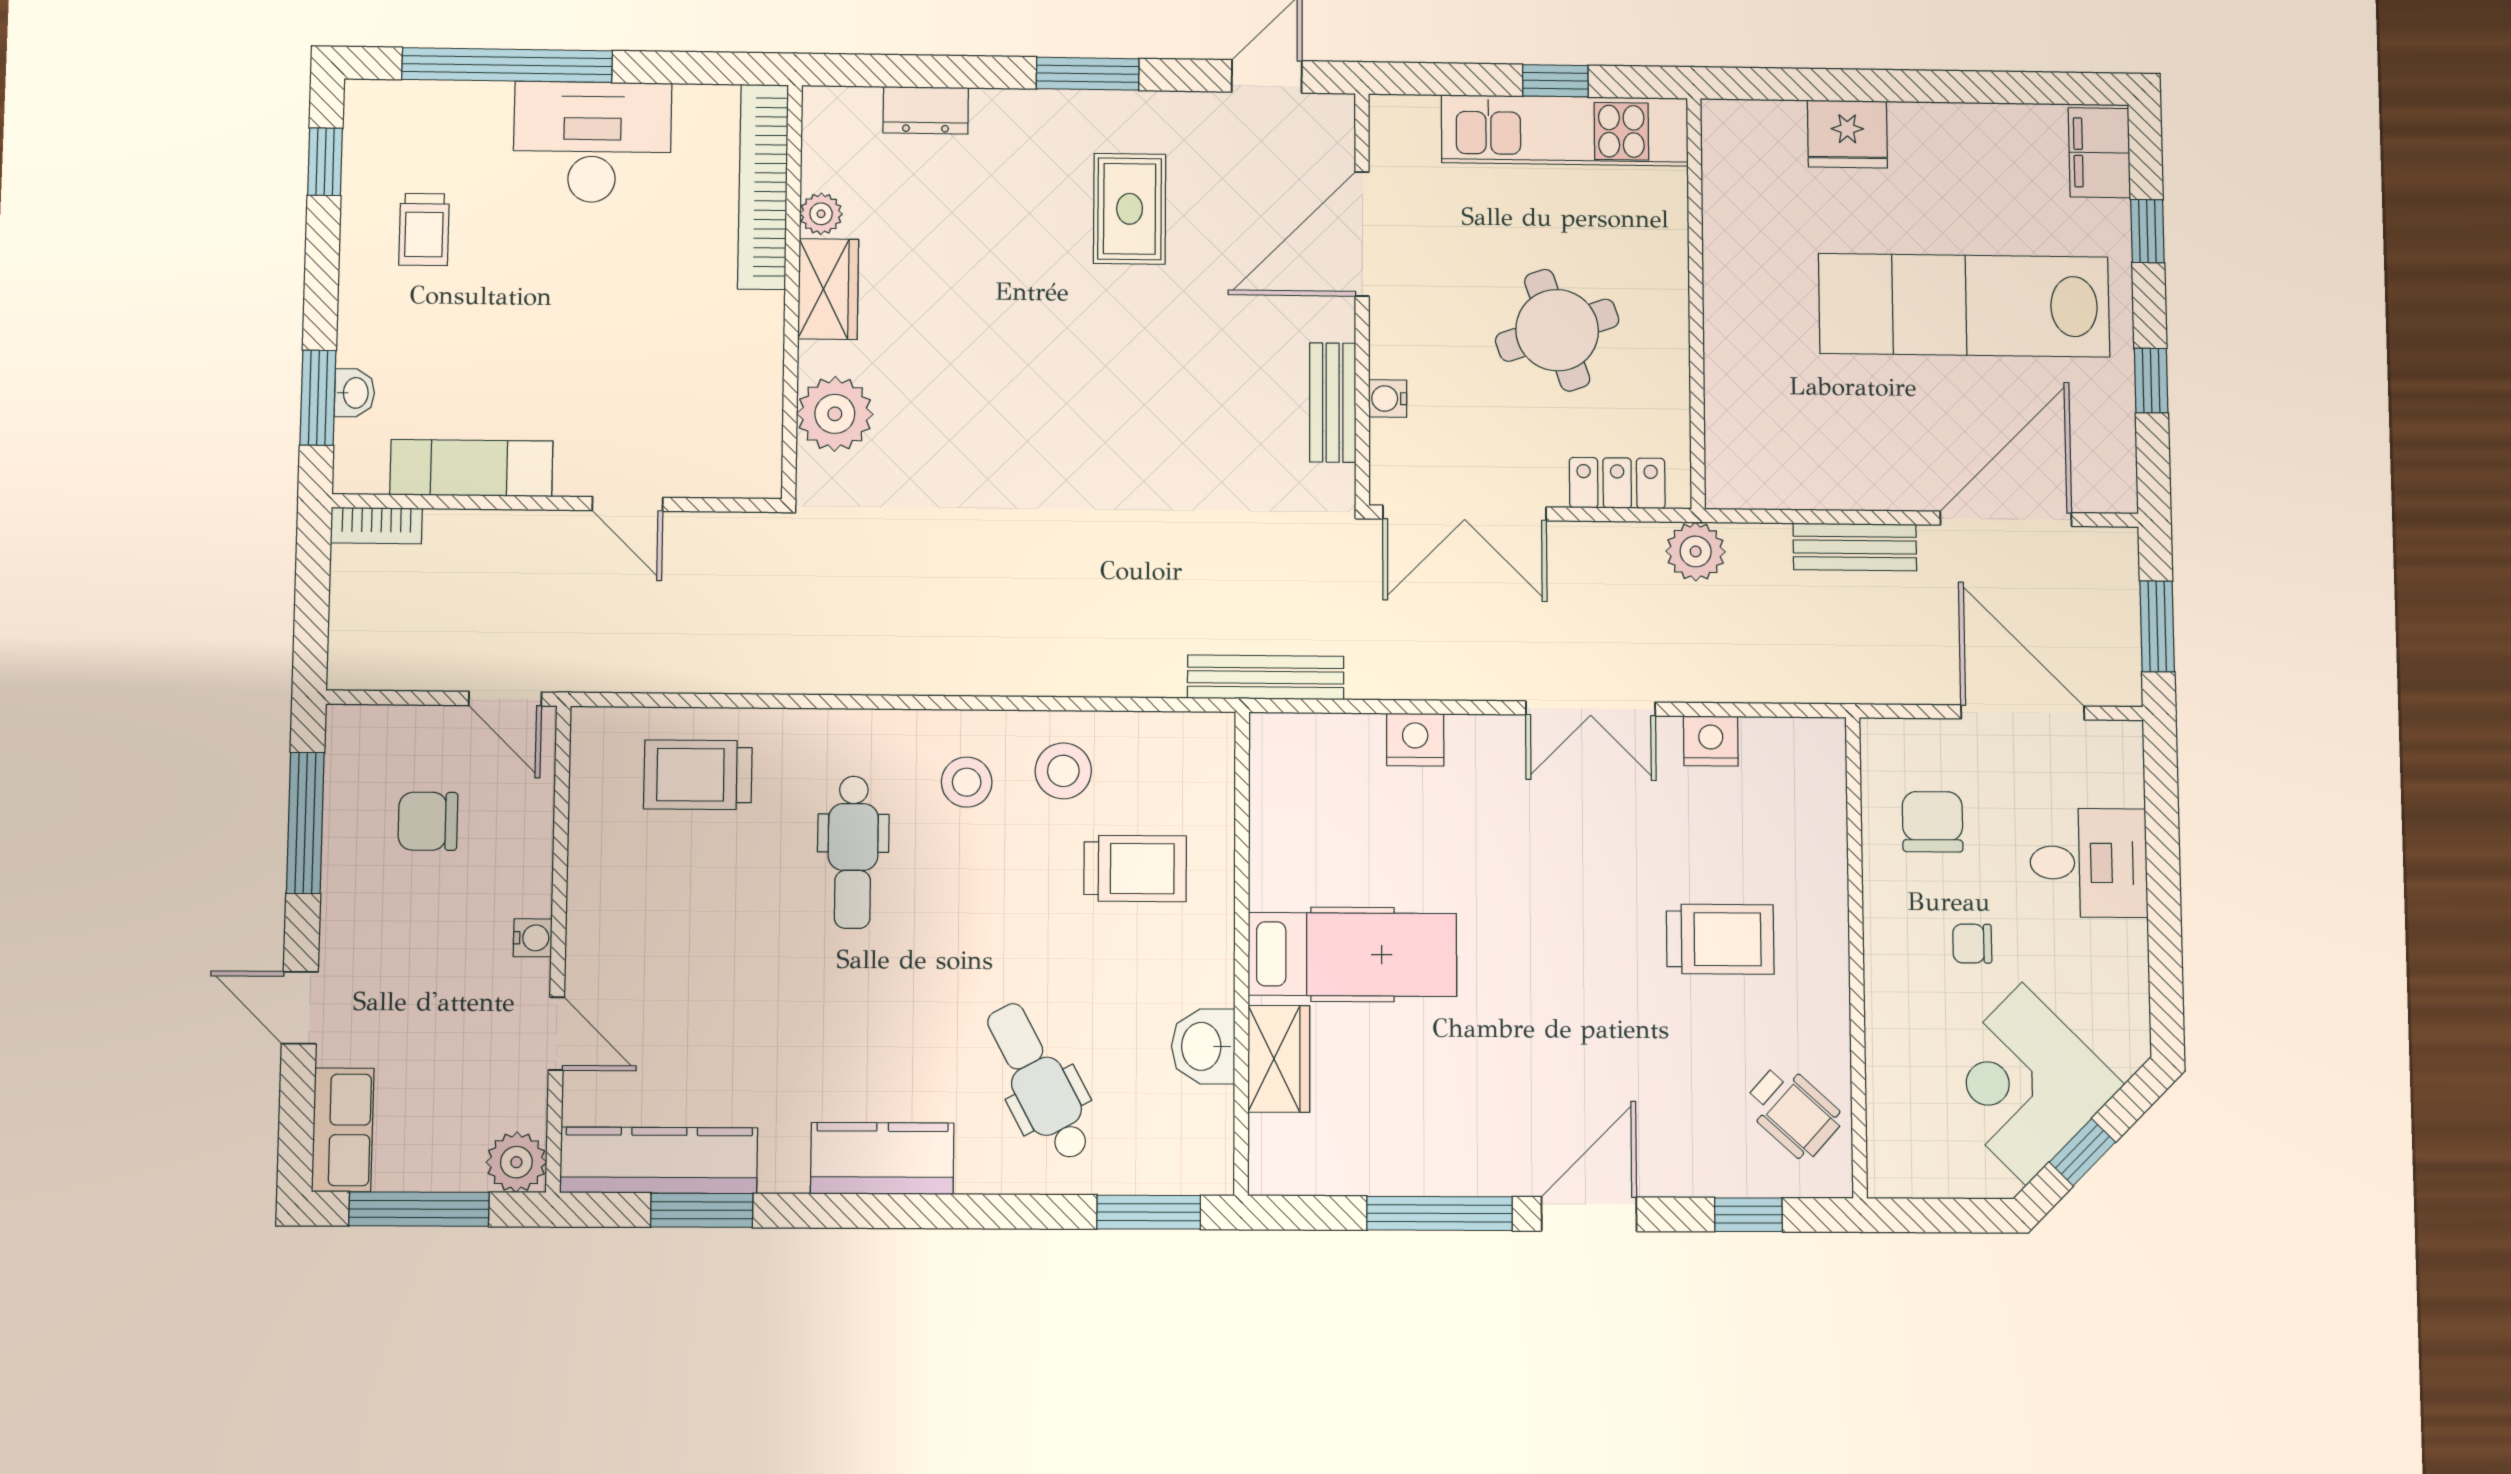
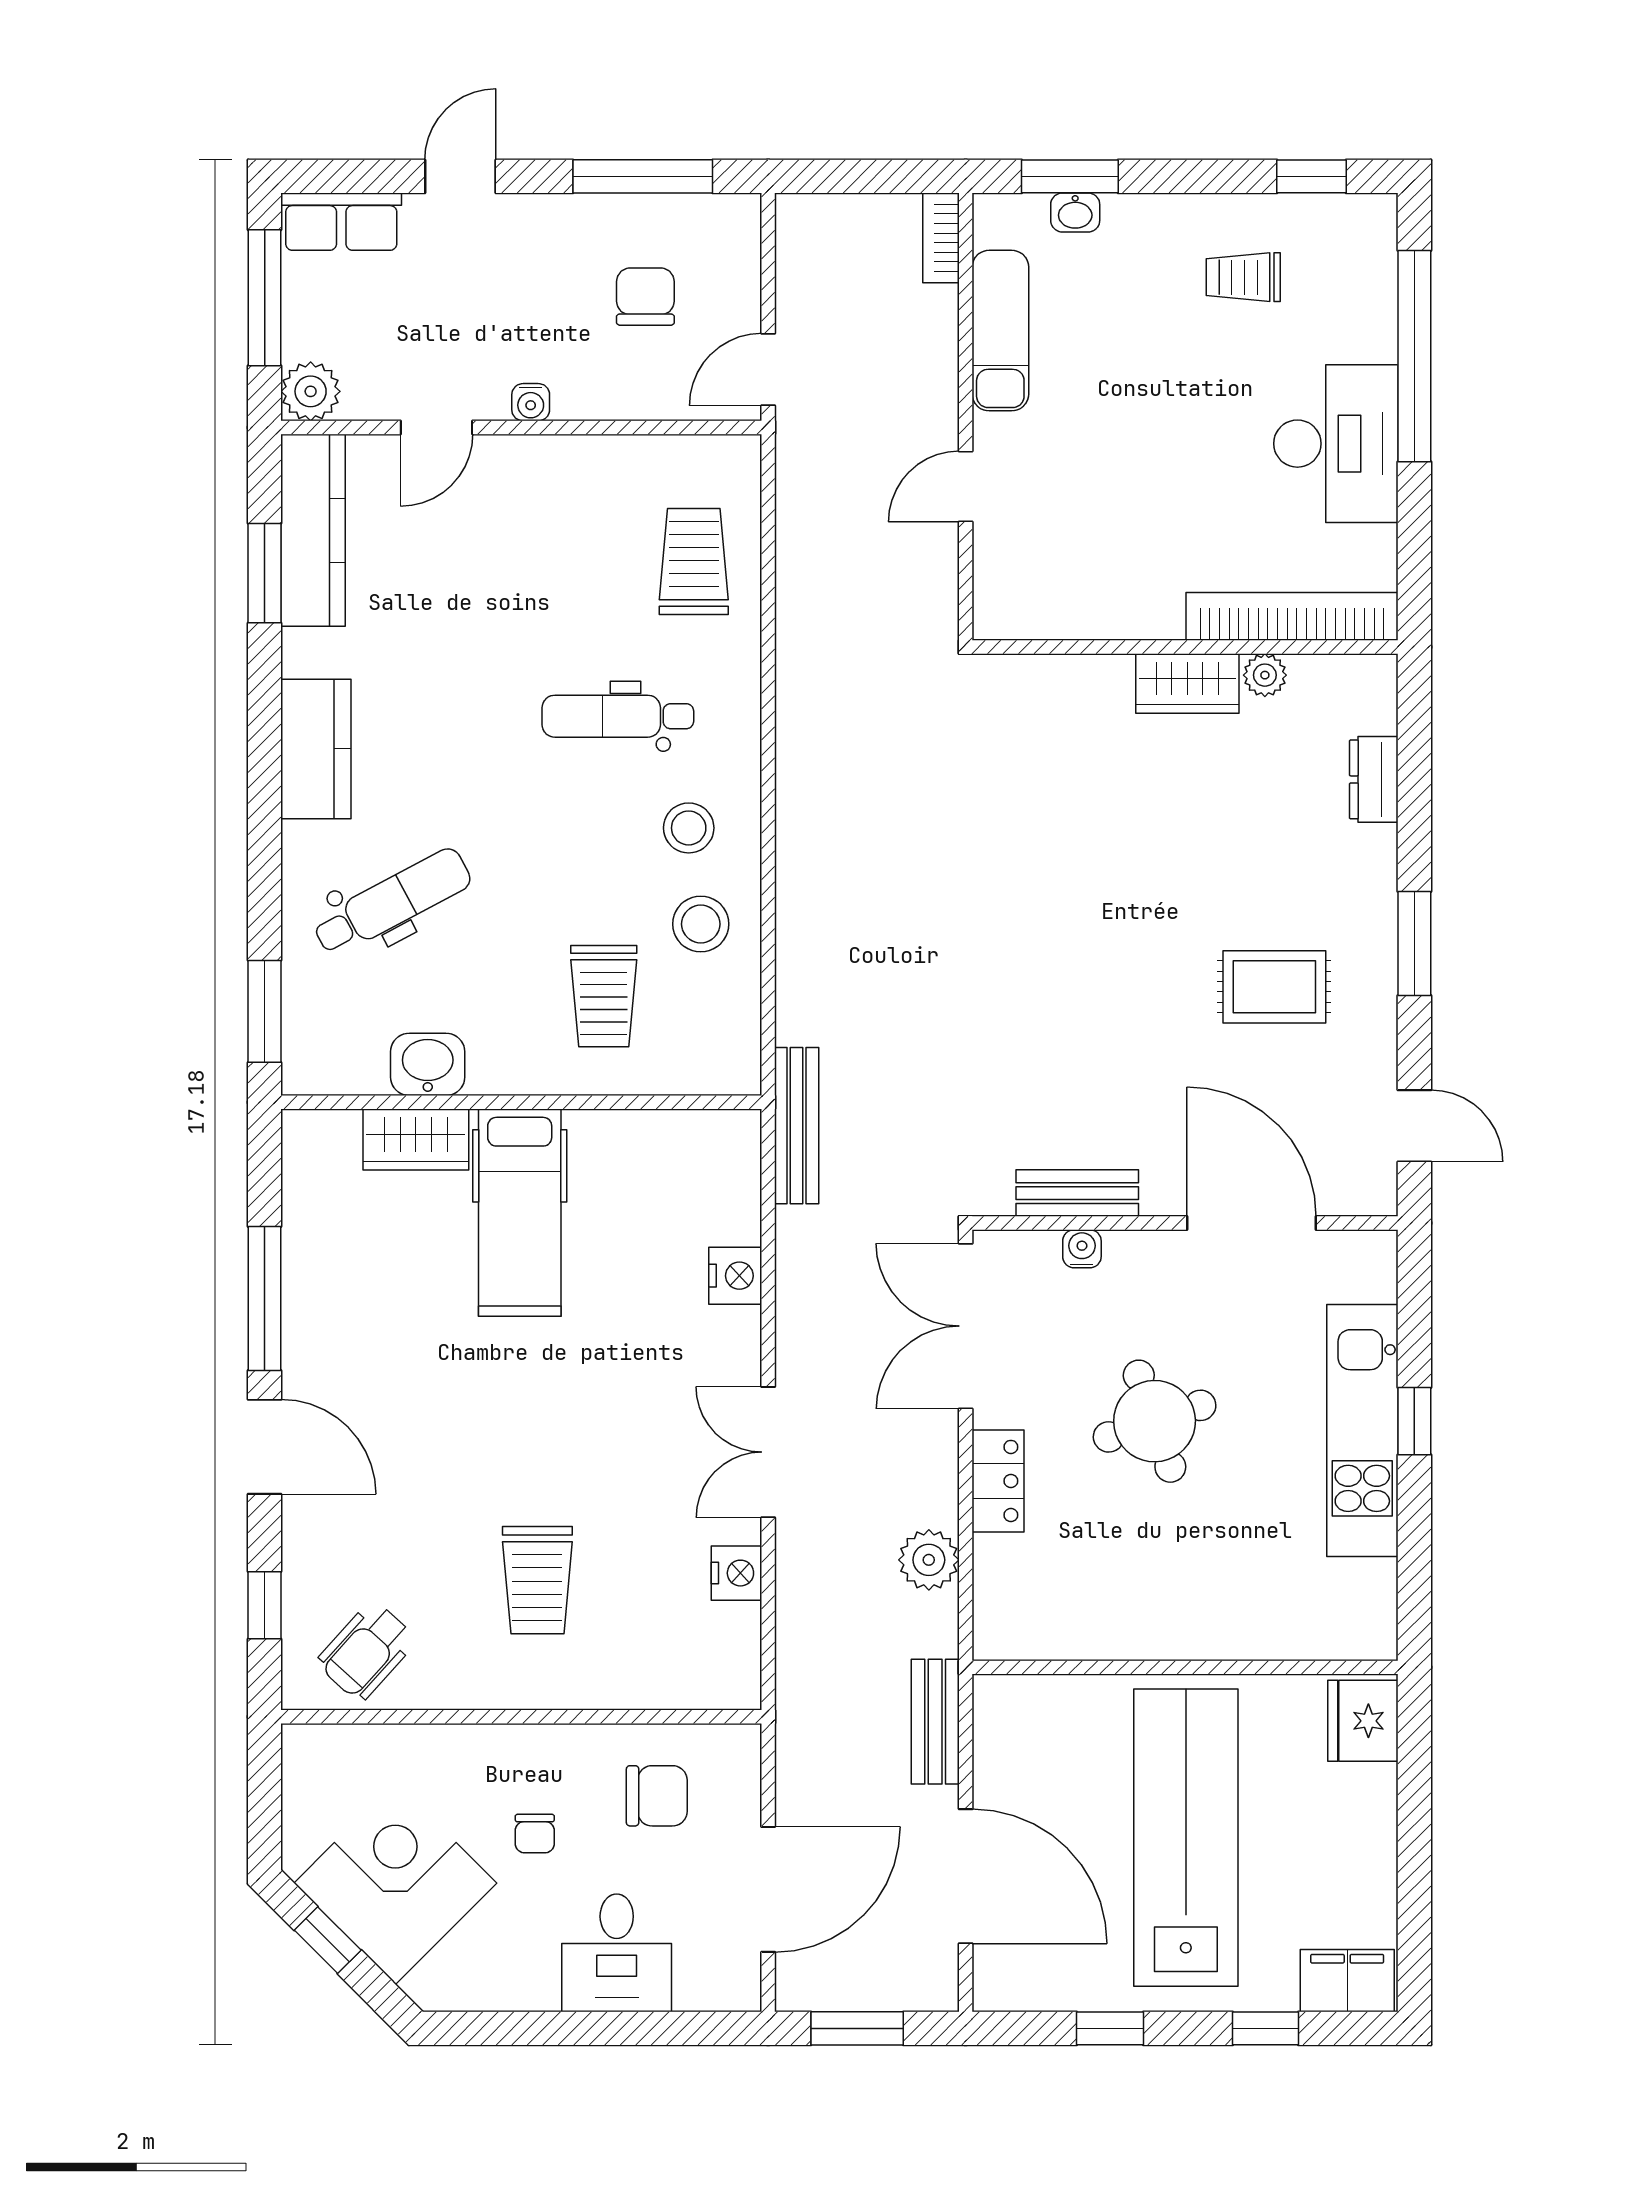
wall: (1696, 303) -> (1185, 1667), moved
plant: (835, 414) -> (1060, 692), removed
chair: (1972, 944) -> (535, 1834), turned 180

